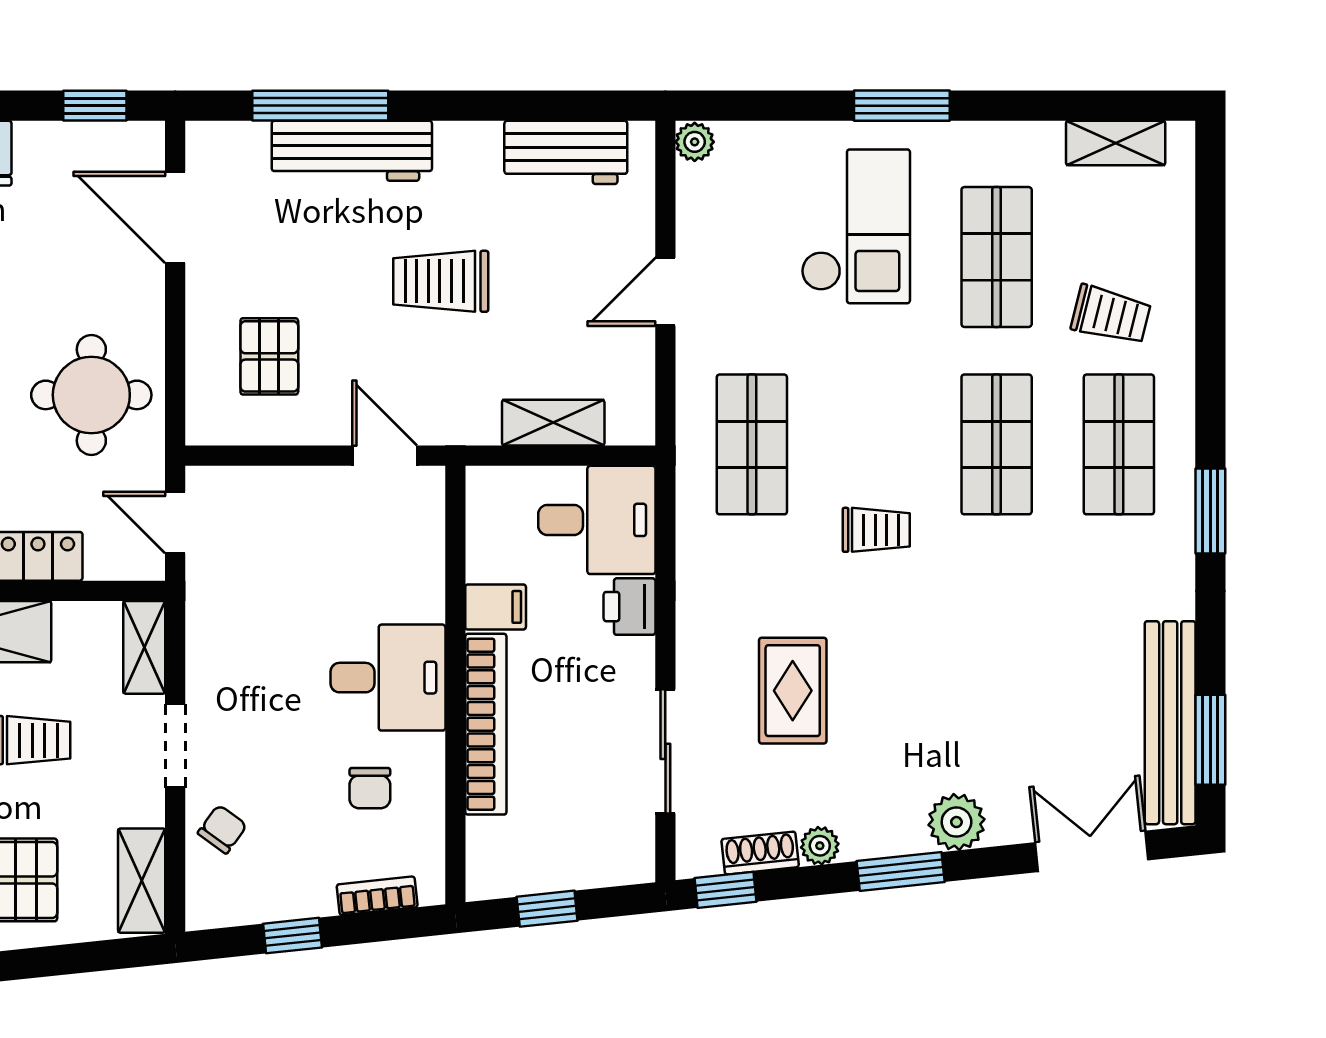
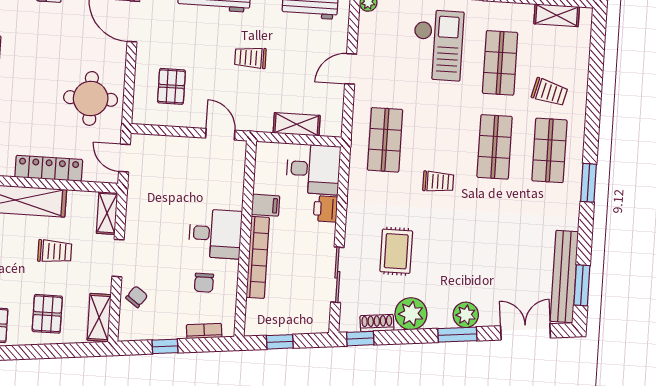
trolley: (441, 281) -> (250, 58), width x0.73, depth x0.72
plant: (820, 846) -> (411, 314), width x1.87, depth x1.87
window: (901, 871) -> (457, 335), moved

